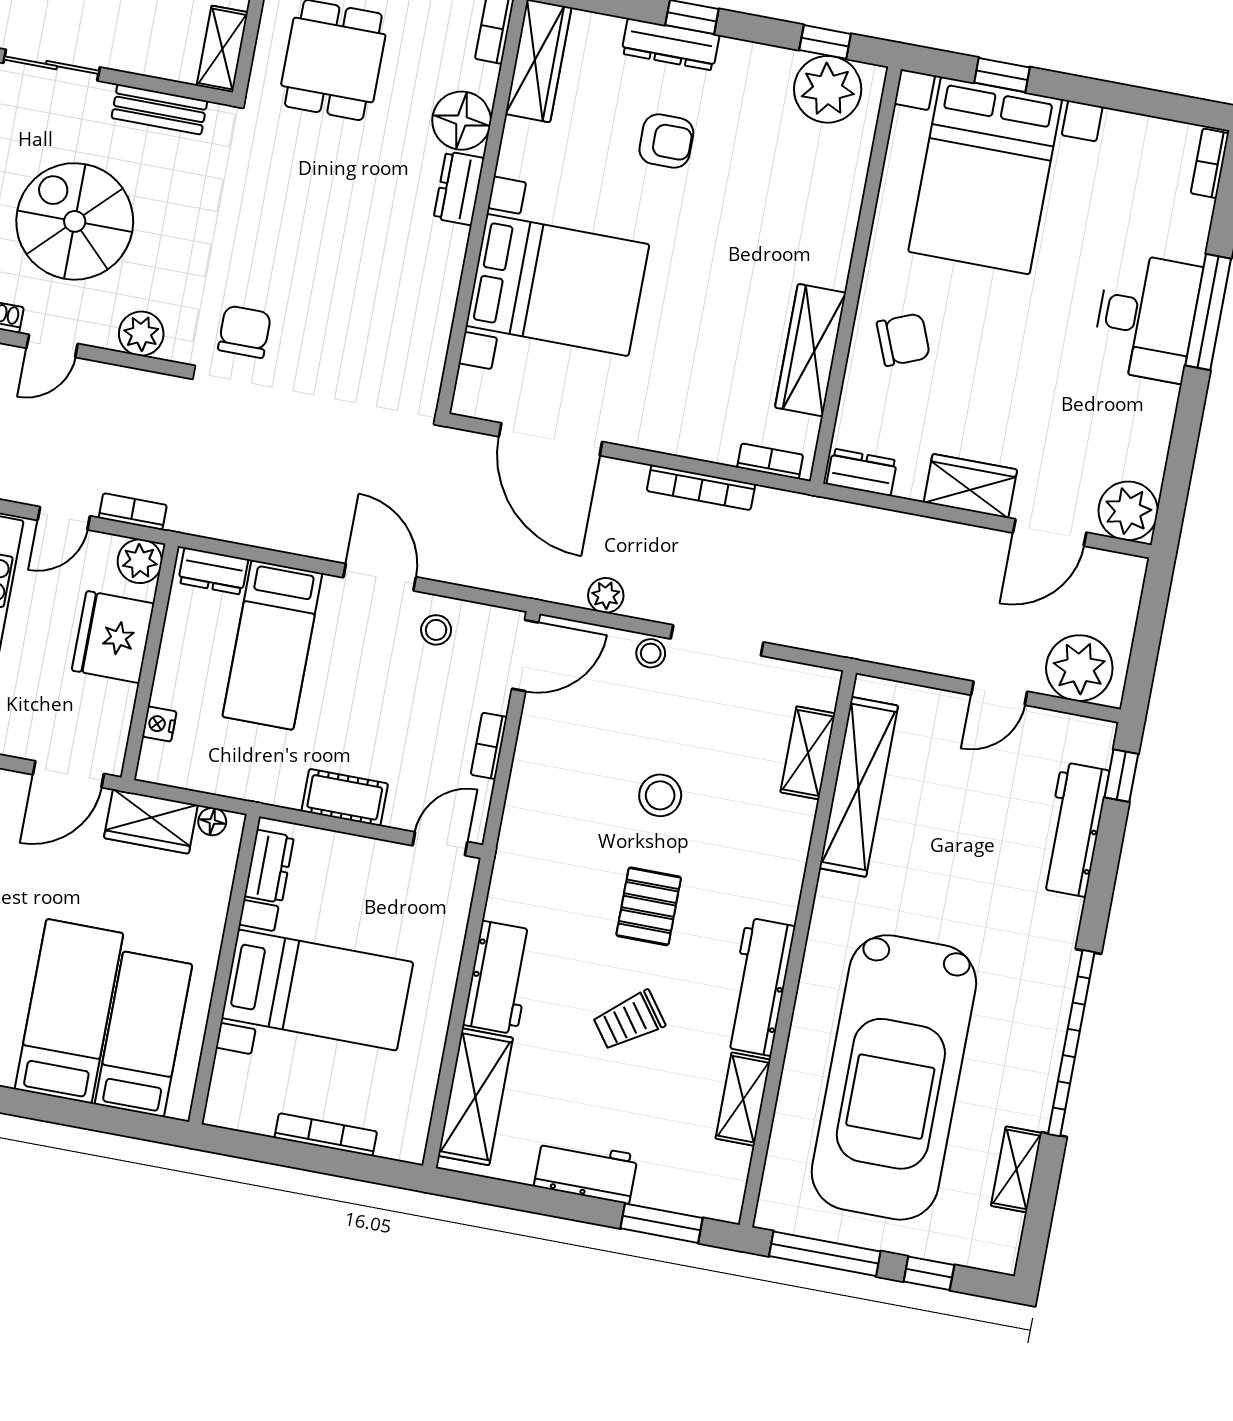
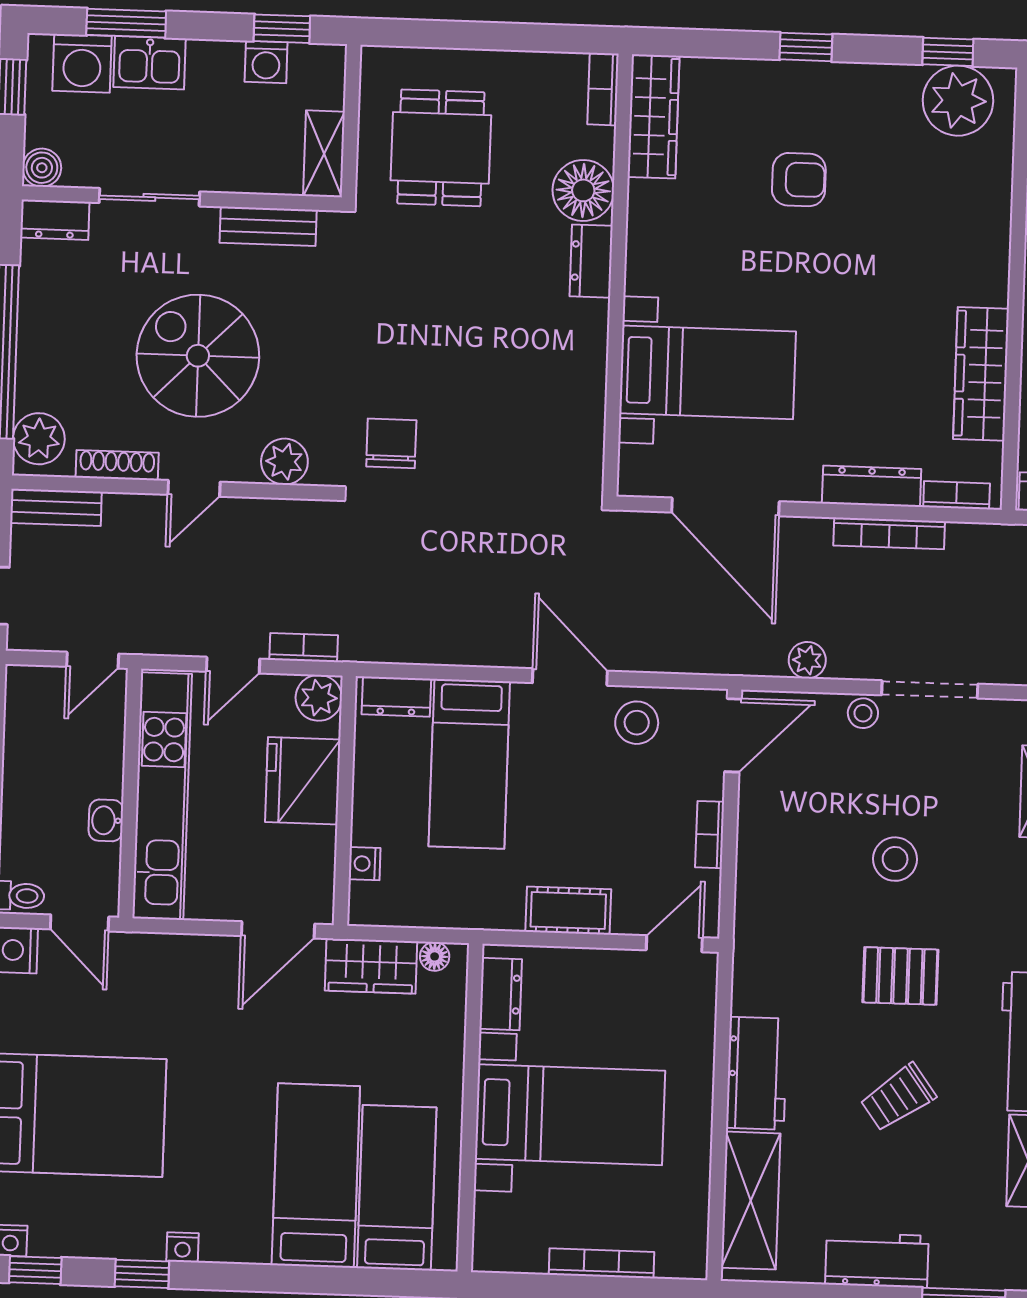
dresser: (670, 44) -> (872, 486), moved, turned 180
bed with nightstands: (557, 285) -> (708, 372), width x0.73
stool: (436, 630) -> (637, 723), width x1.37, depth x1.37
pallet: (649, 906) -> (900, 976), turned 90

